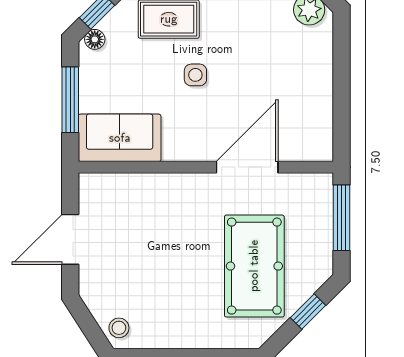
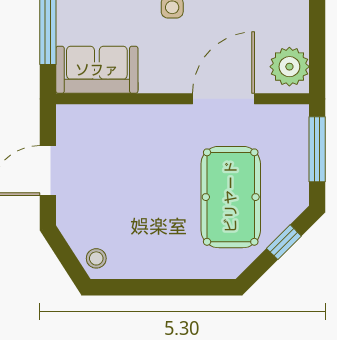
plant: (314, 135) -> (289, 67), added

